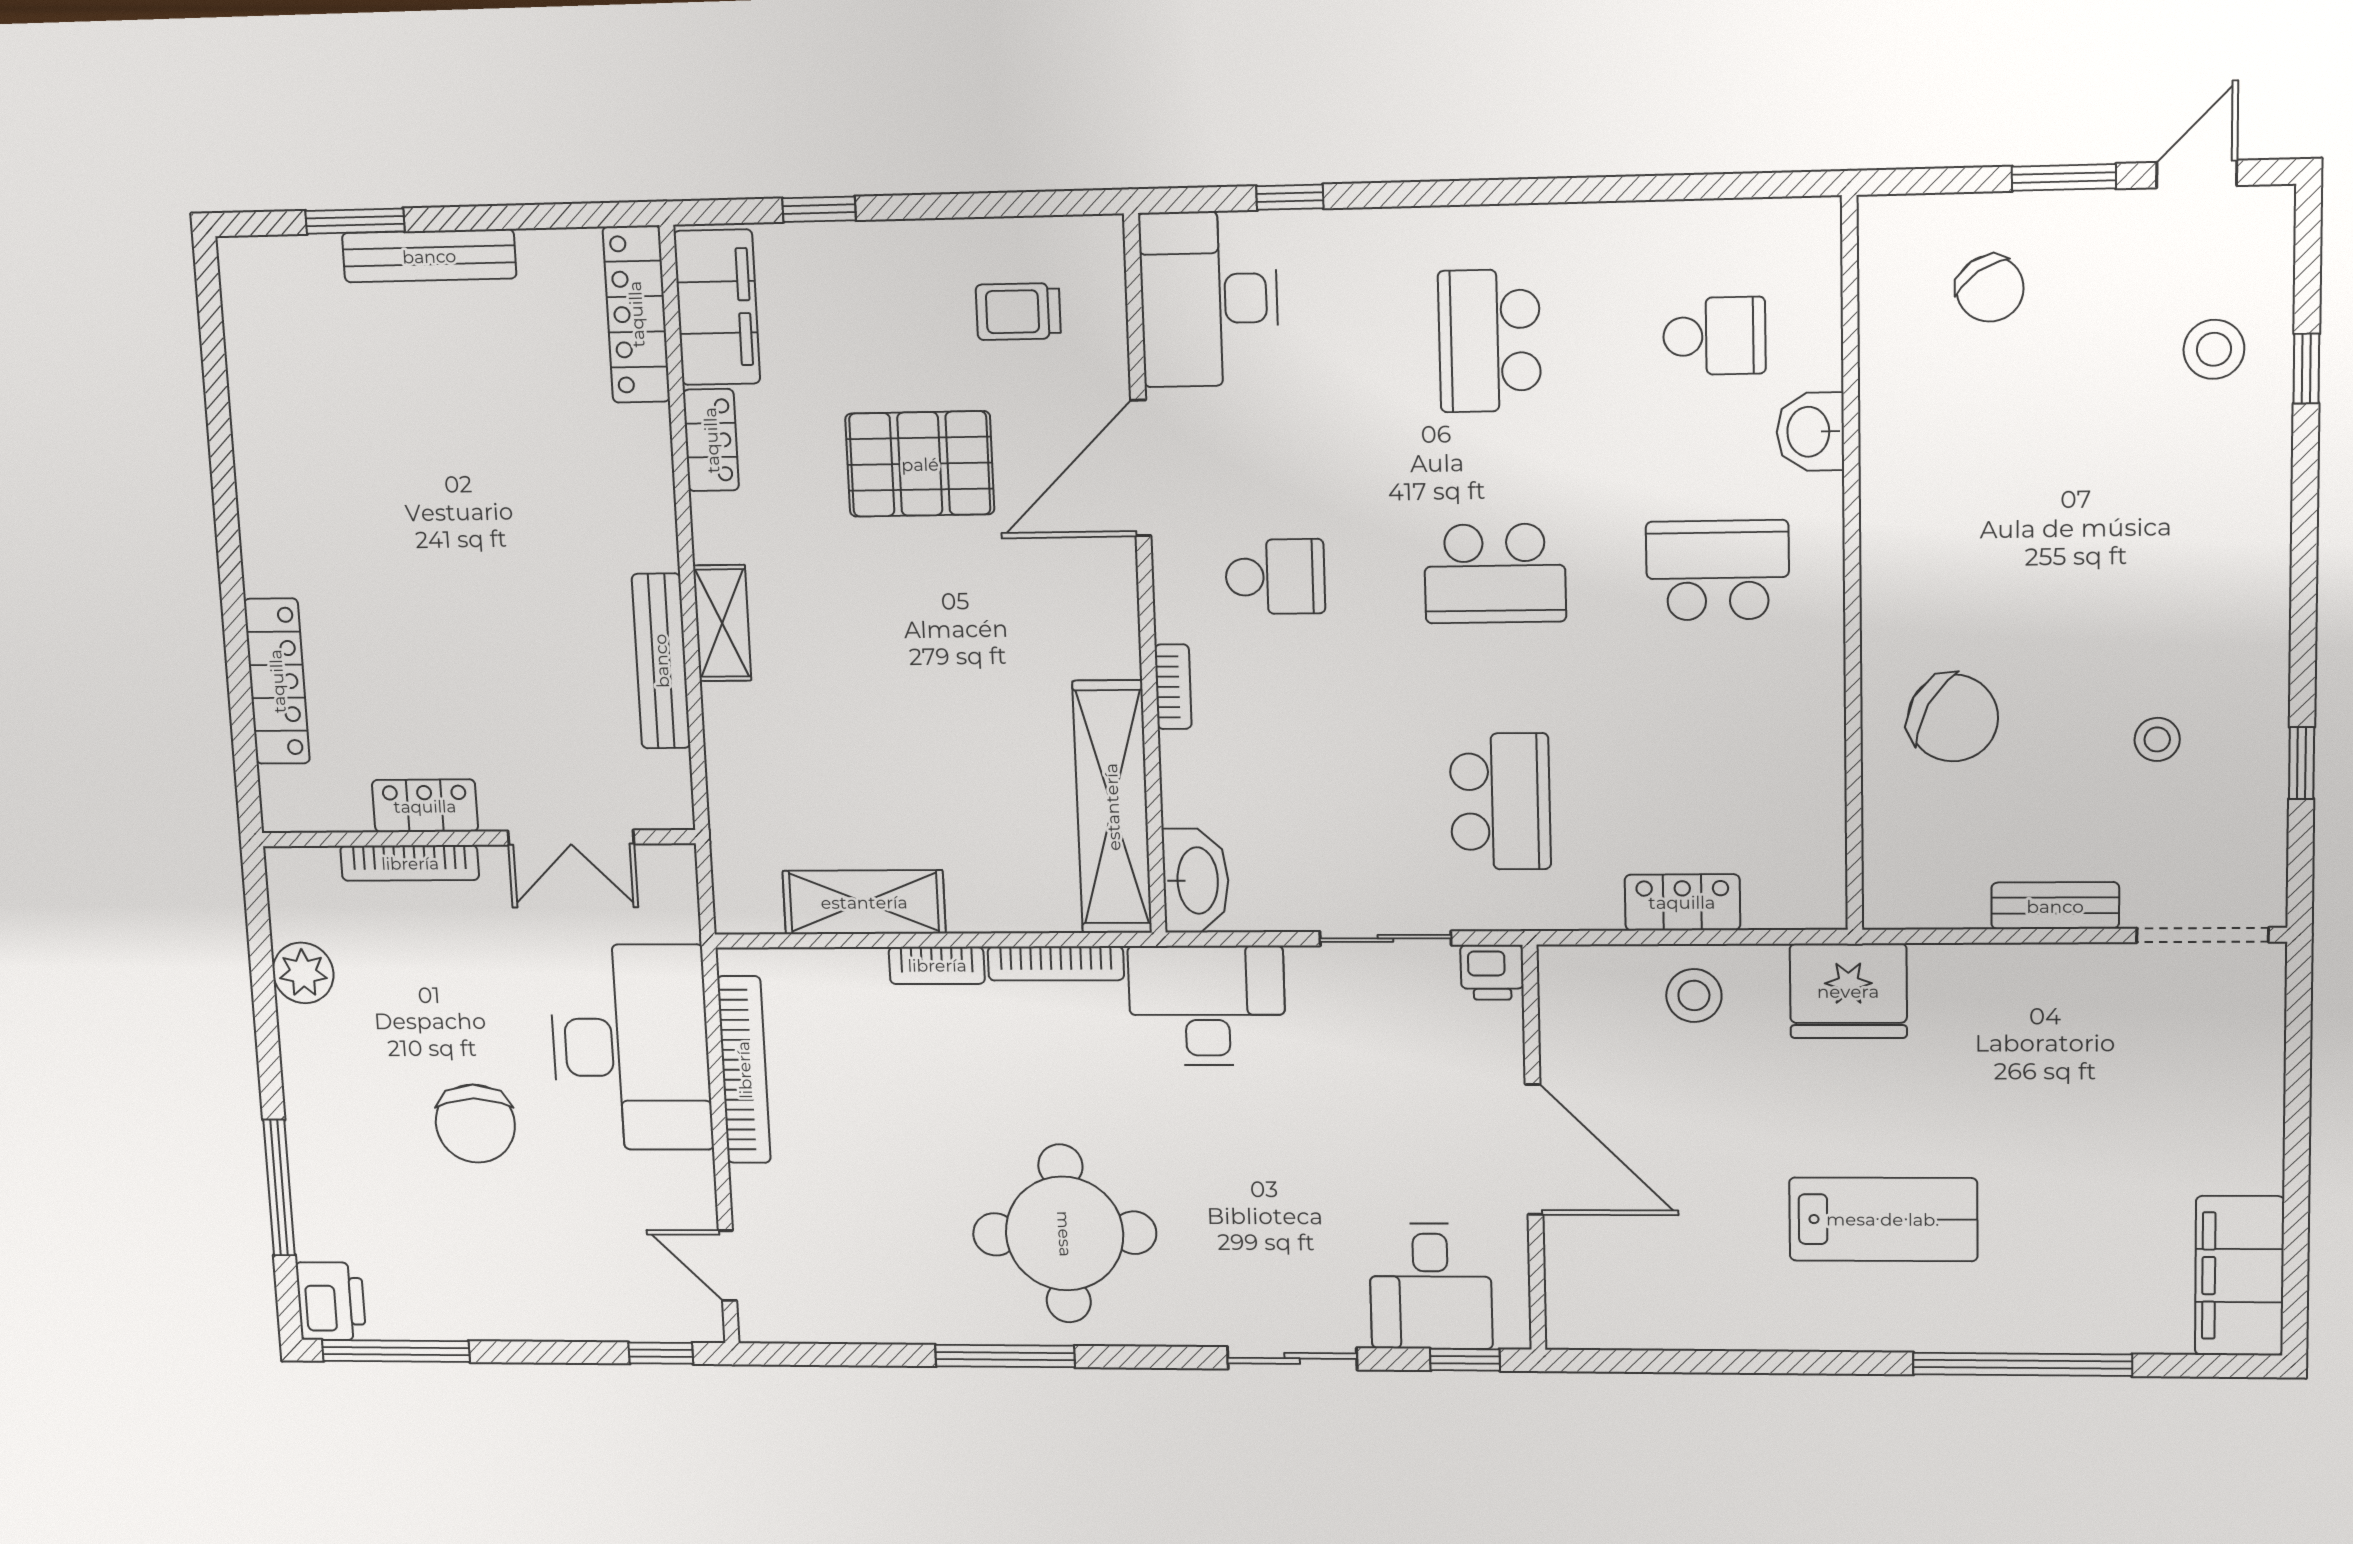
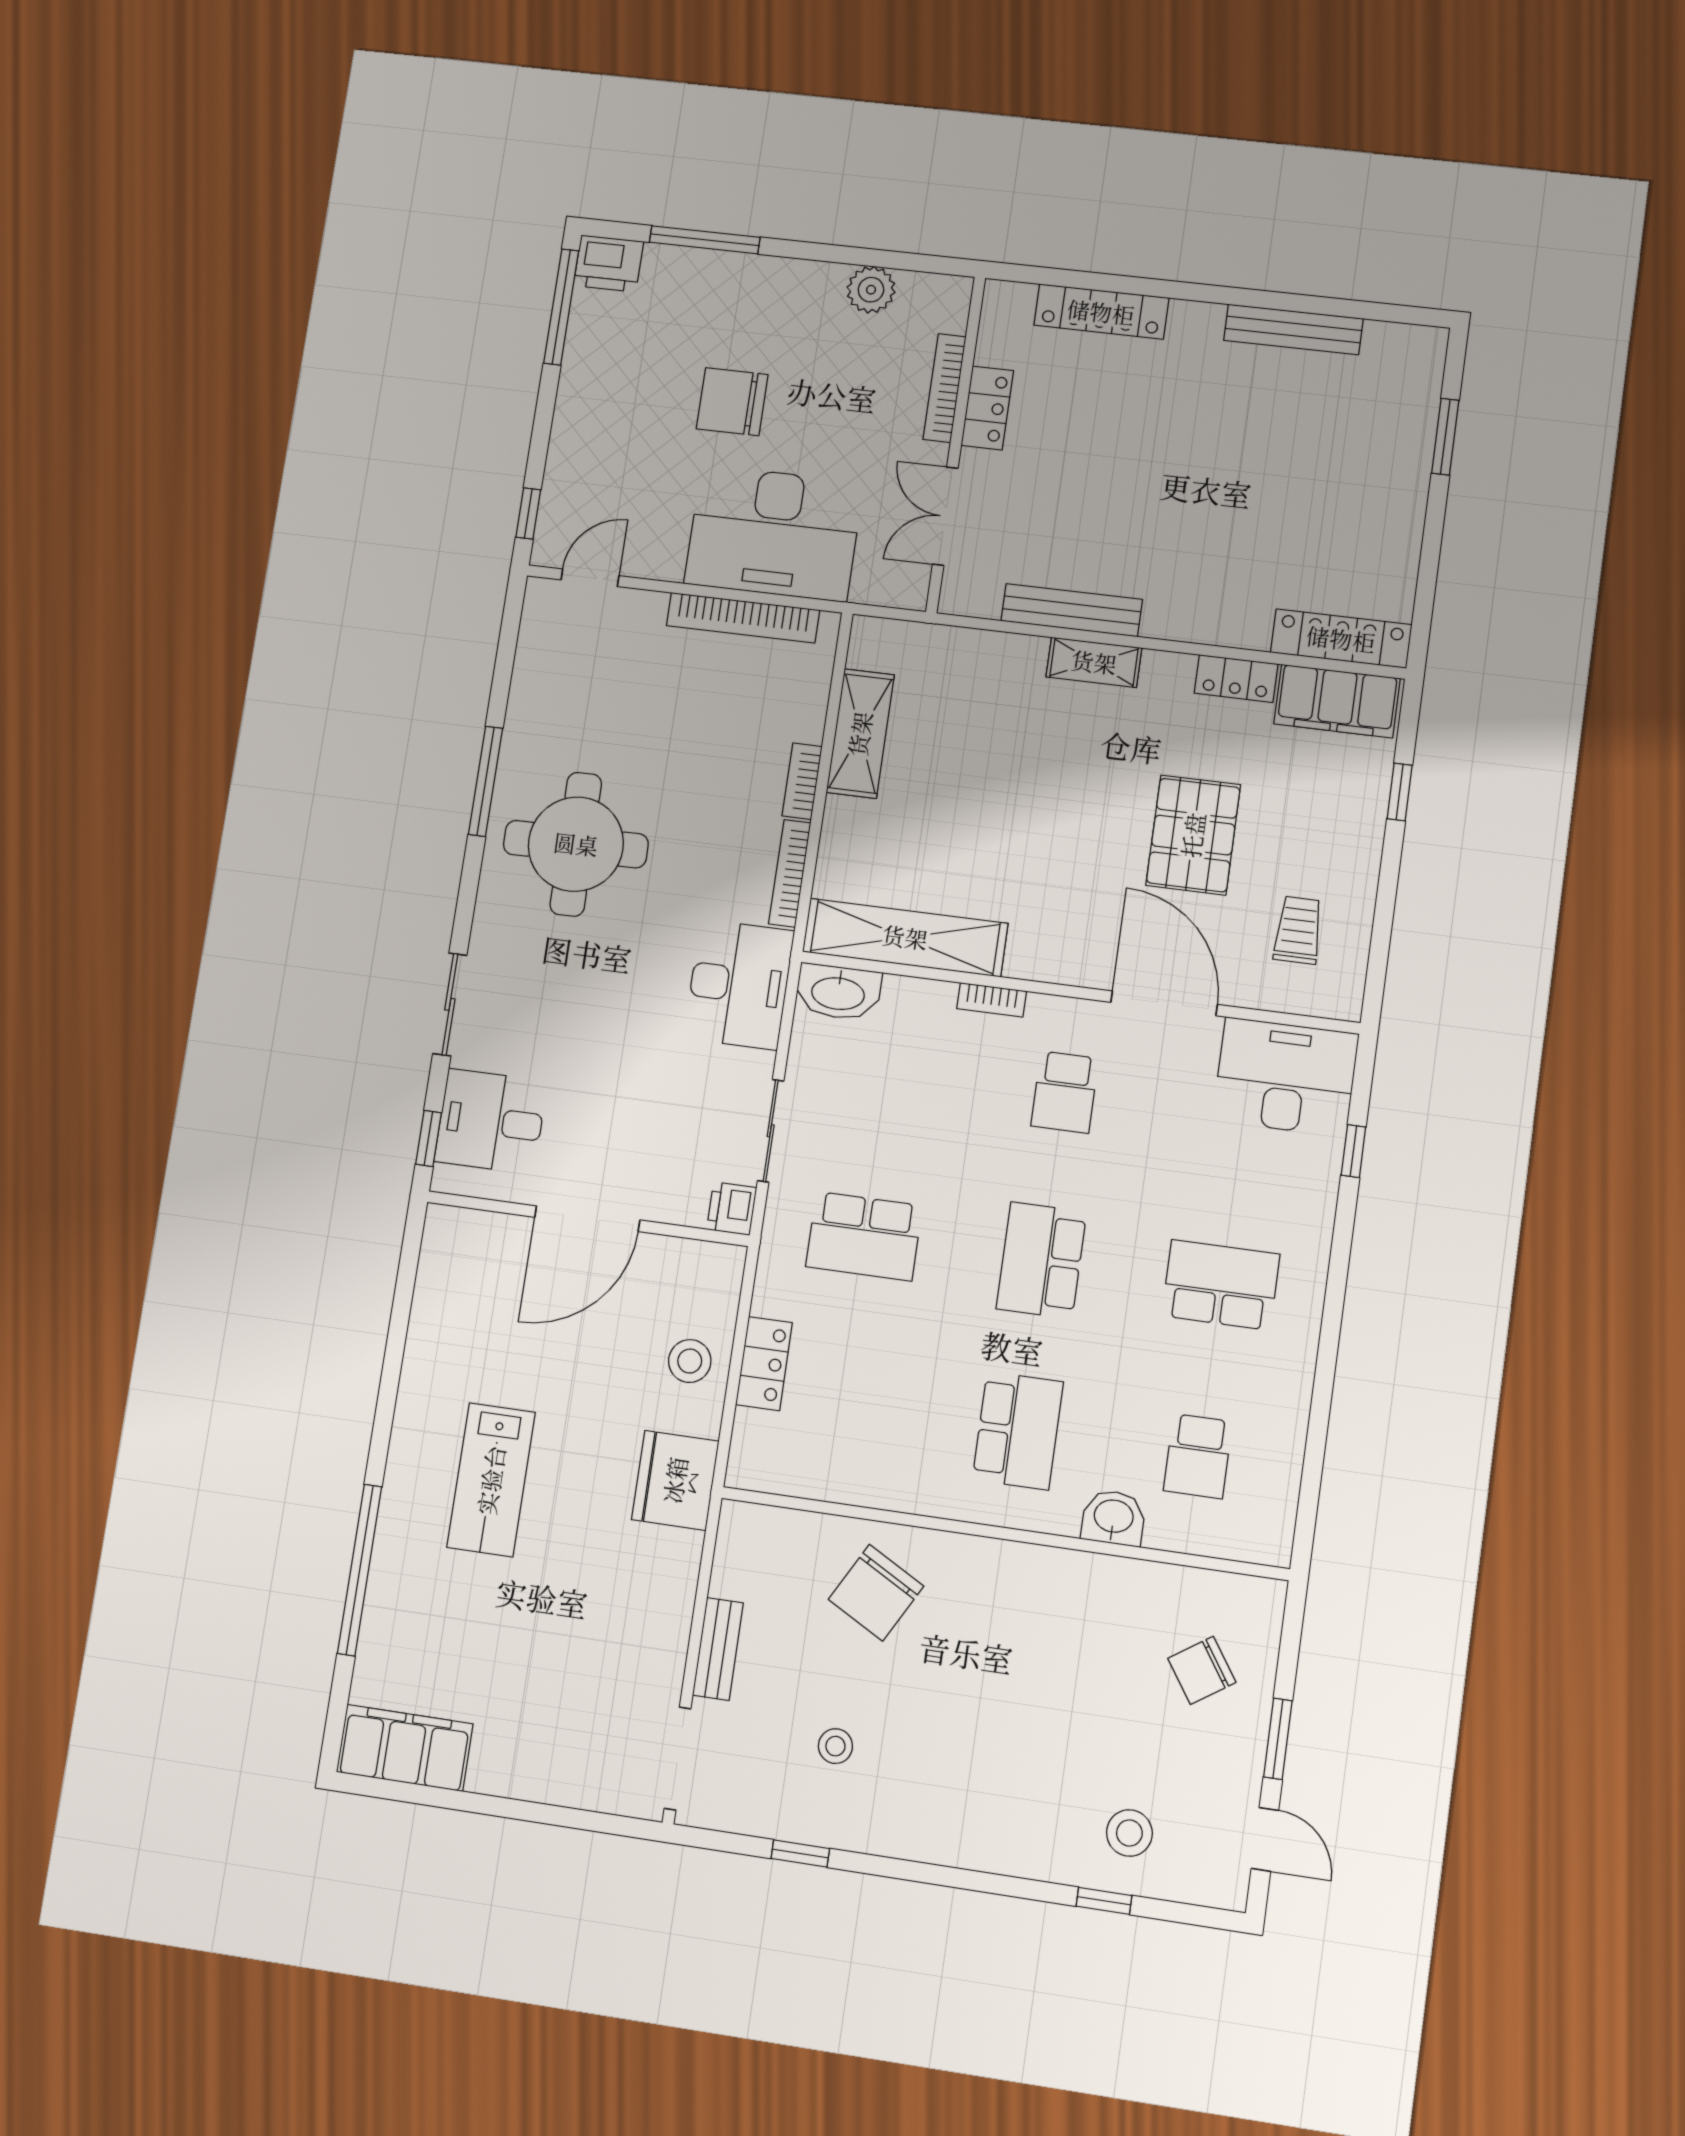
bench: (429, 256) -> (1293, 329), moved, turned 90

